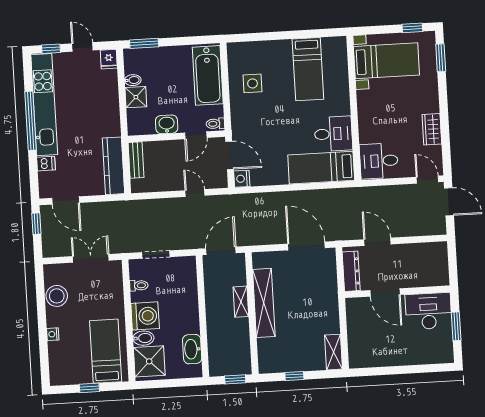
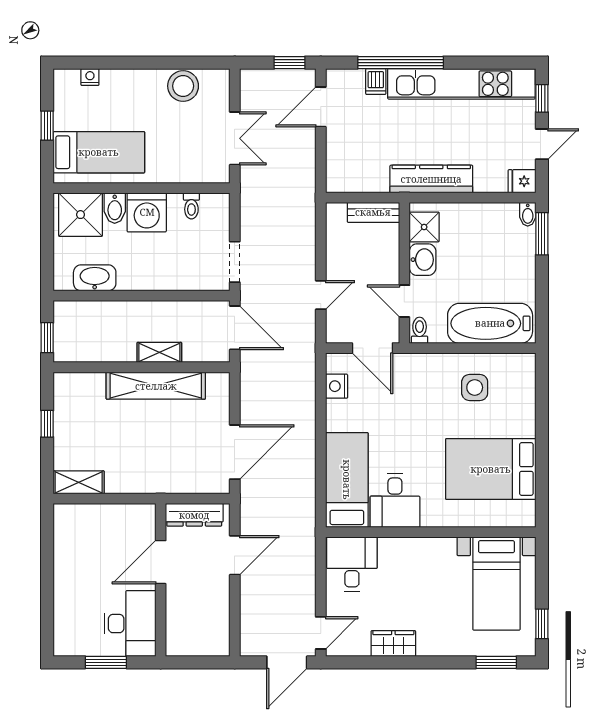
bed: (308, 69) -> (491, 469), width x1.50
bidet: (133, 80) -> (528, 214), moved
shower: (136, 97) -> (424, 227), moved
window: (30, 121) -> (401, 63), moved
door: (229, 155) -> (372, 348), hinge flipped
kitchen counter: (113, 166) -> (431, 179), moved
nightstand: (242, 179) -> (337, 386), moved, turned -90
doorway: (156, 255) -> (235, 262), moved
nightstand: (53, 334) -> (90, 77), moved

